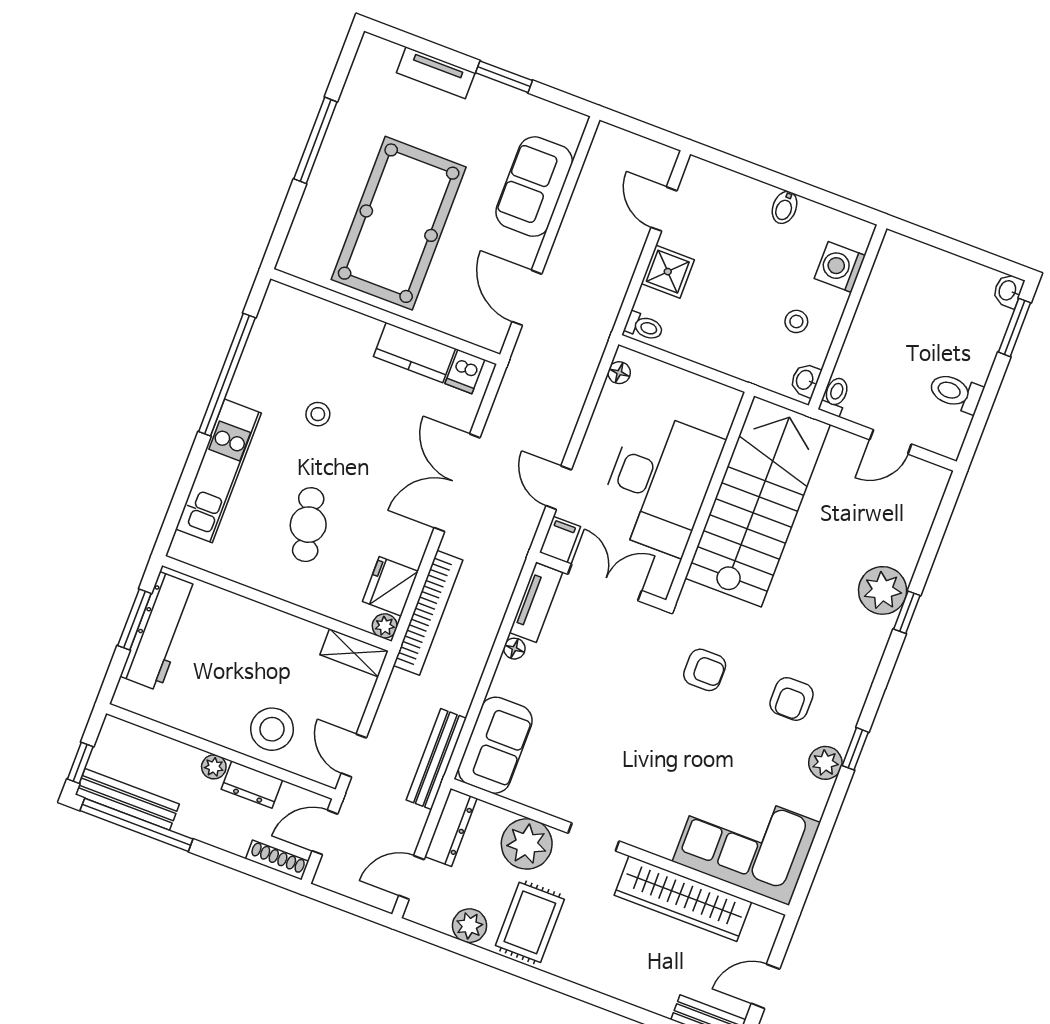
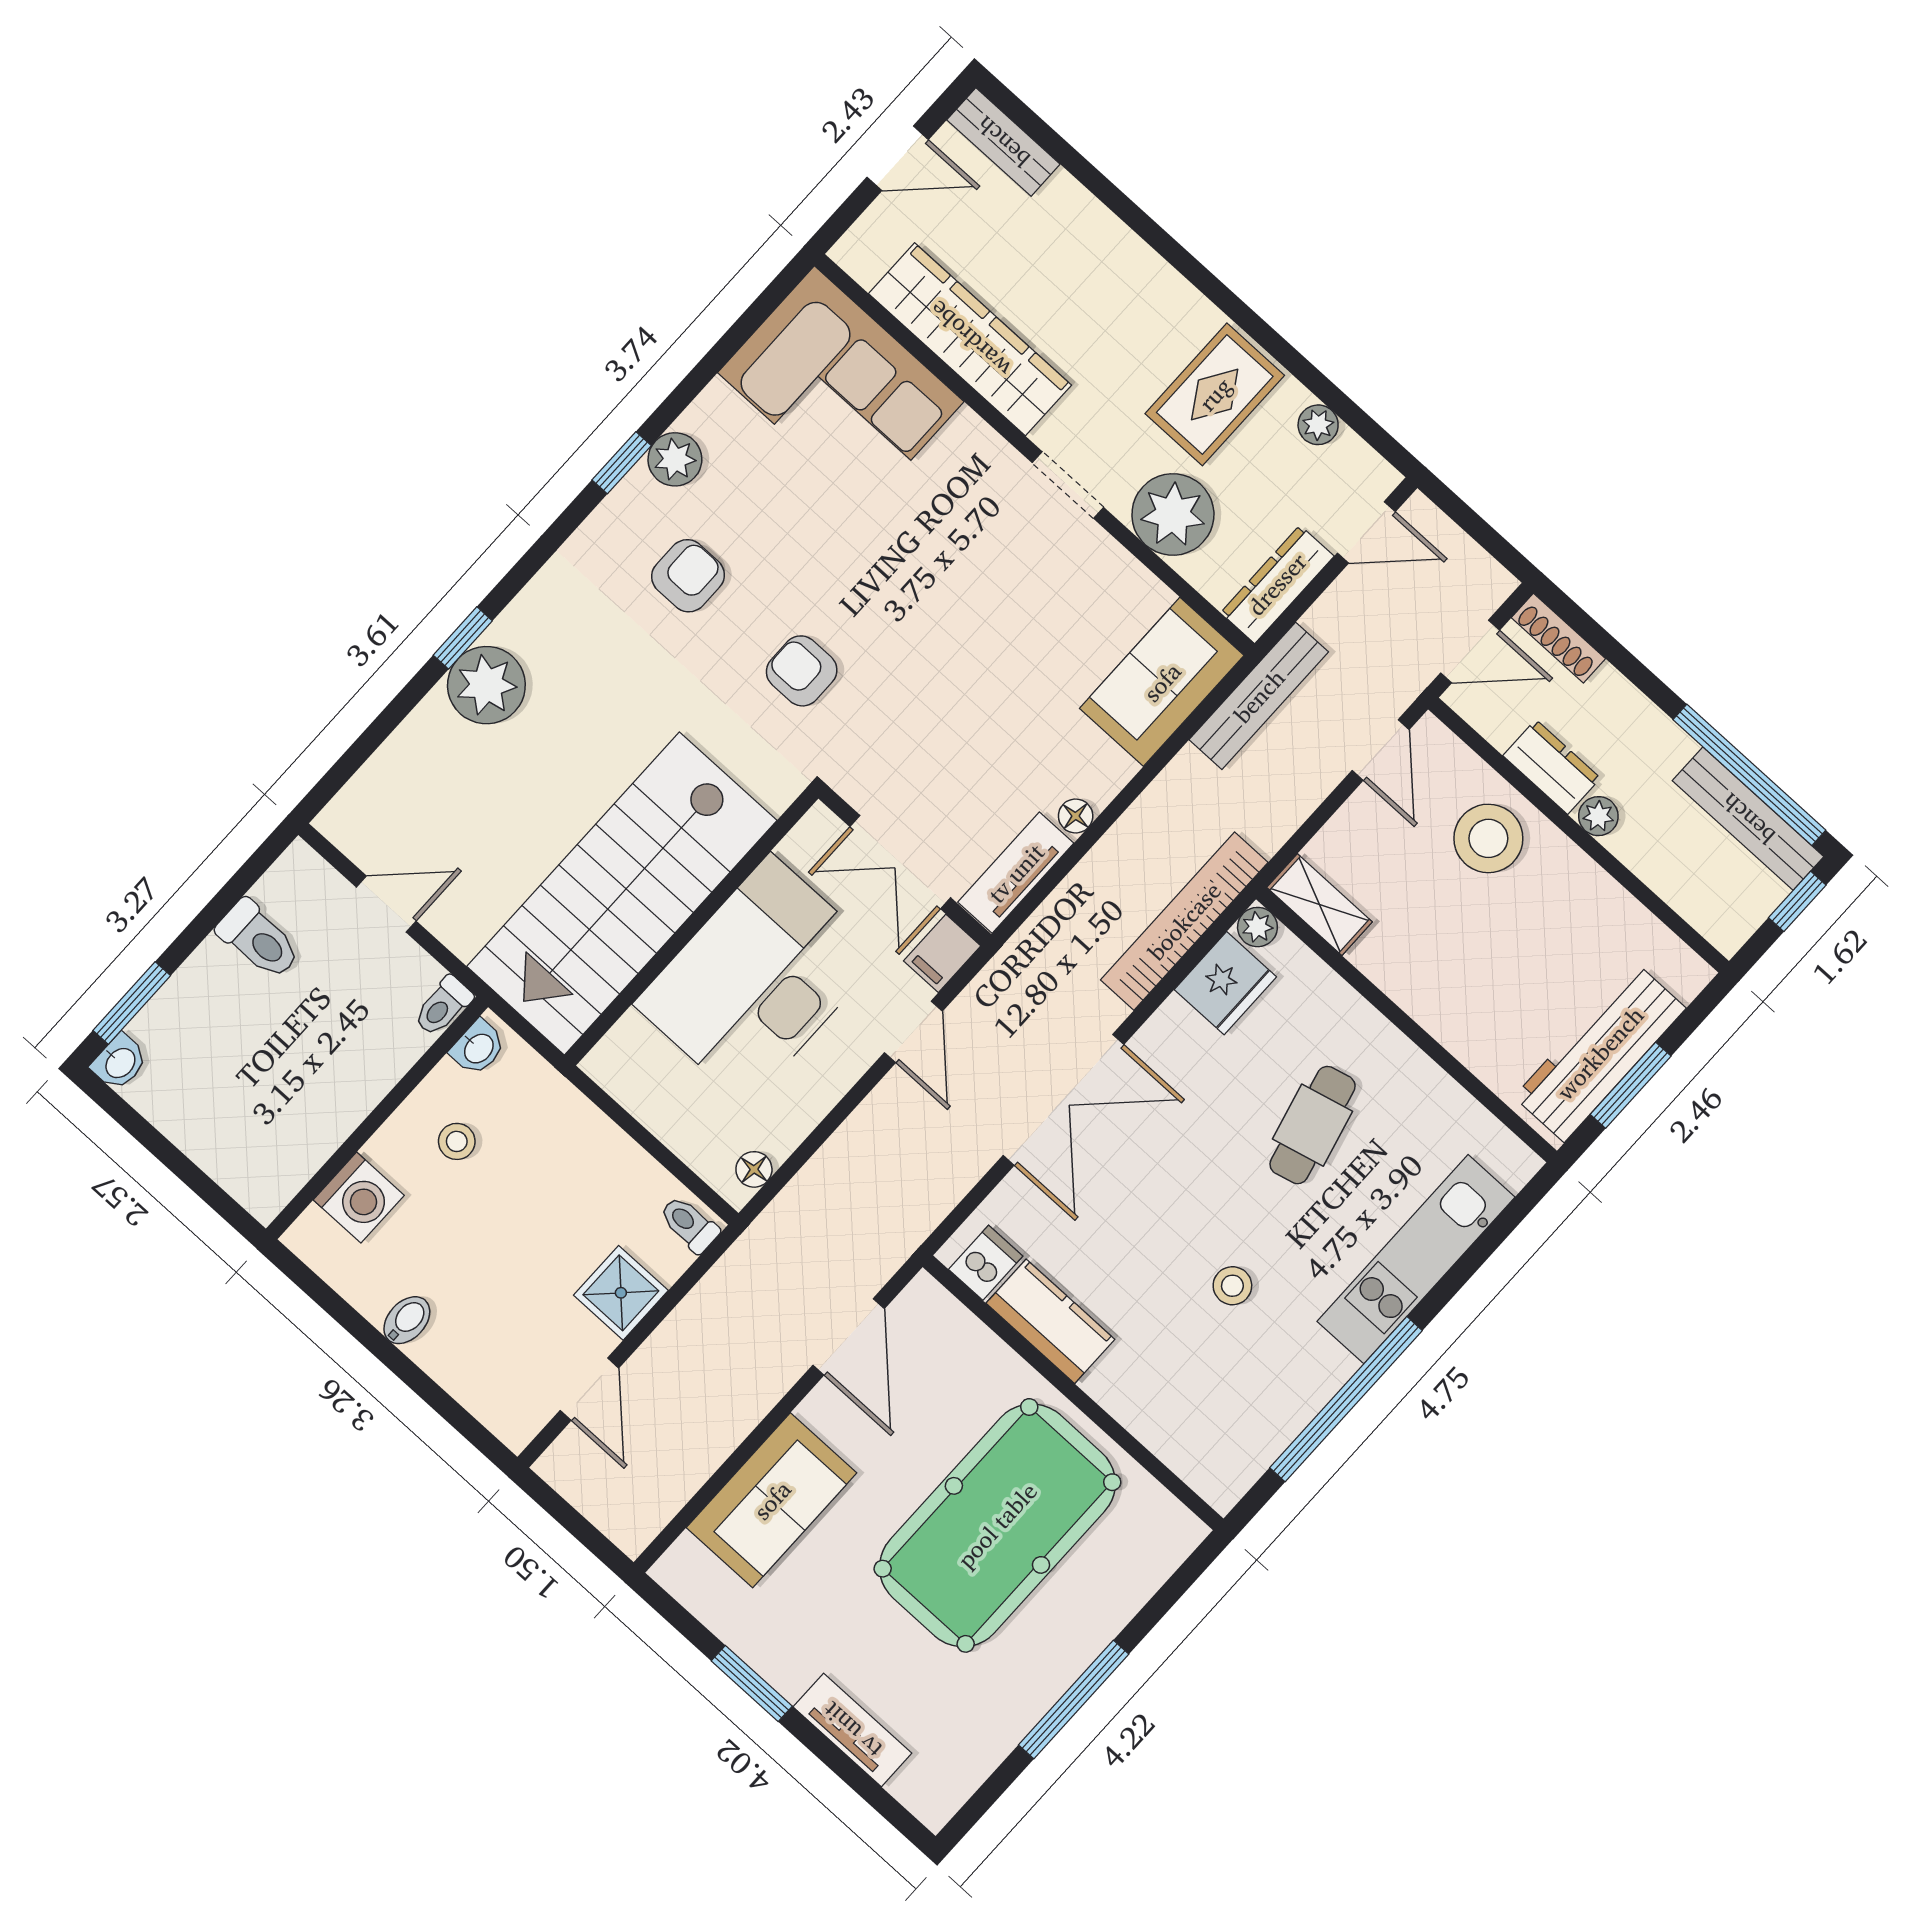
plant: (469, 926) -> (1318, 425), width x0.73, depth x0.73

